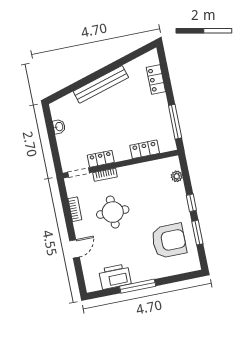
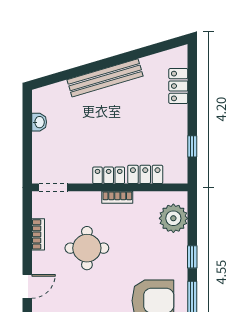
window: (175, 122) -> (192, 146), width x0.46
locker: (101, 159) -> (109, 175), moved
bookcase: (105, 175) -> (117, 197), moved
plant: (177, 176) -> (173, 218), width x1.88, depth x1.88

